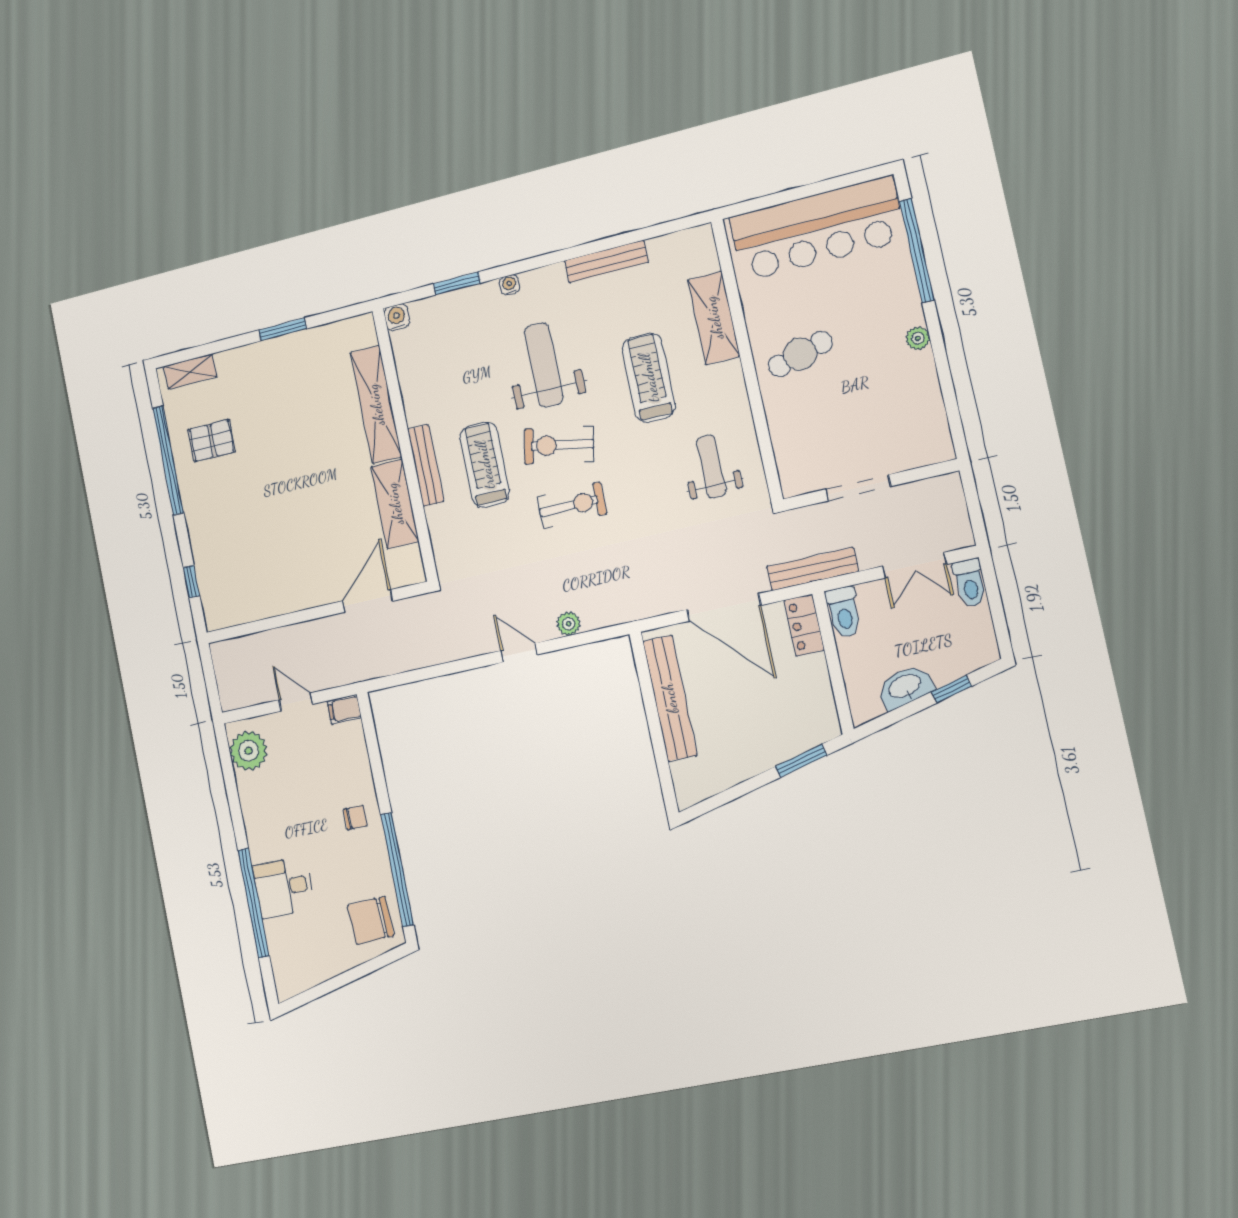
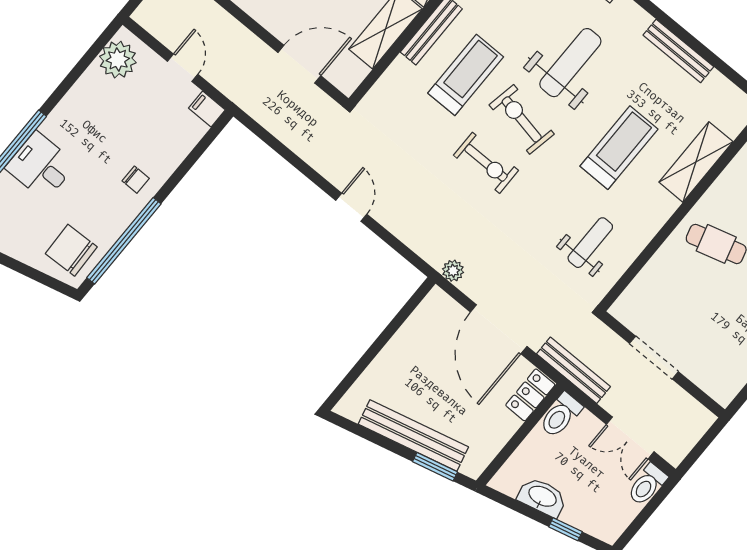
plant: (568, 624) -> (453, 271), moved
bench: (670, 698) -> (413, 435), moved, turned 76

